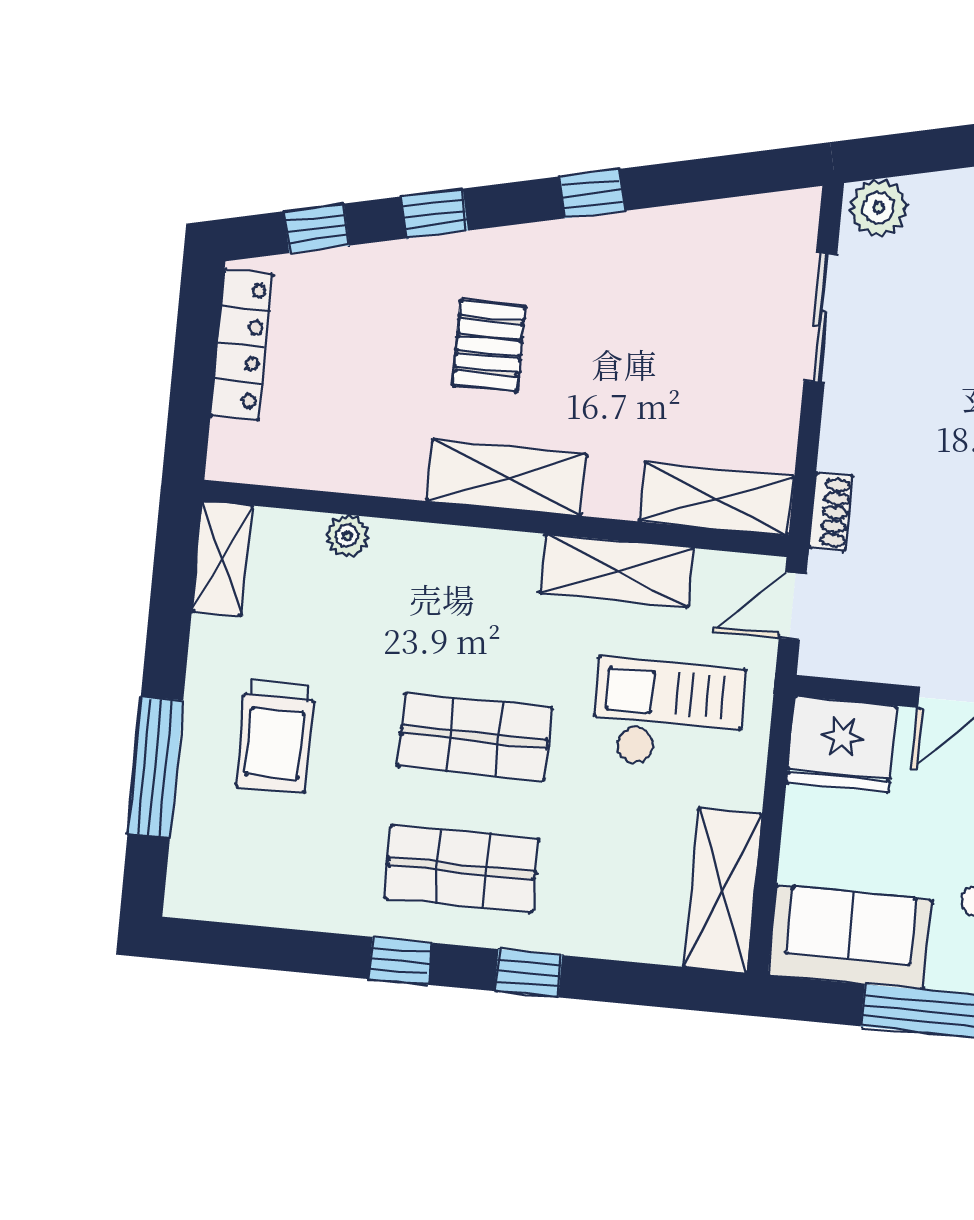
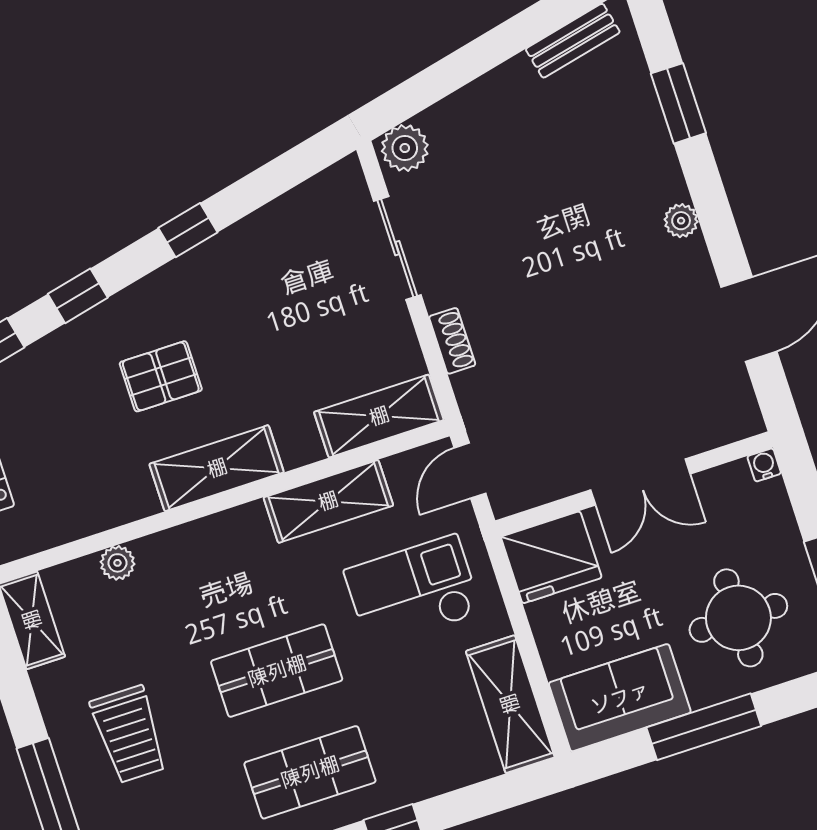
pallet: (489, 346) -> (161, 376), turned 90
shoe rack: (831, 512) -> (452, 341), moved

